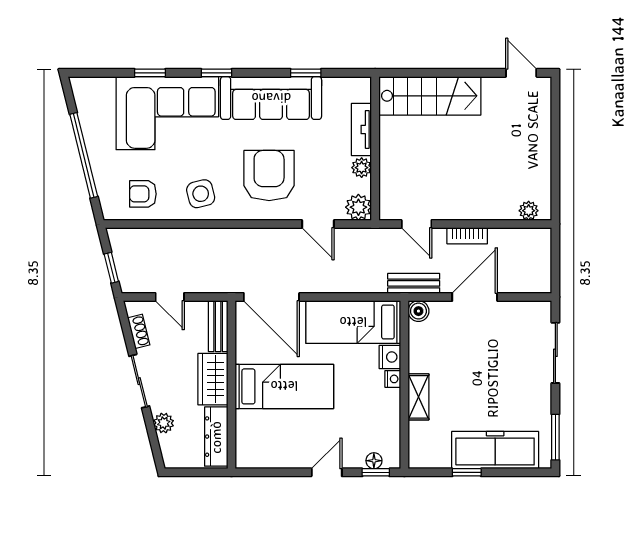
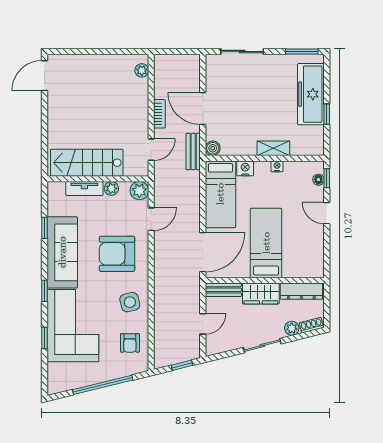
door: (521, 73) -> (44, 76), width x1.38
stairs: (430, 96) -> (87, 163), moved, turned -90
shoe rack: (139, 331) -> (311, 325), moved
nightstand: (393, 379) -> (277, 166), moved

